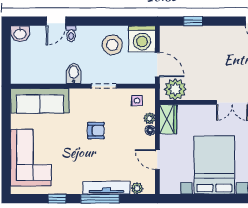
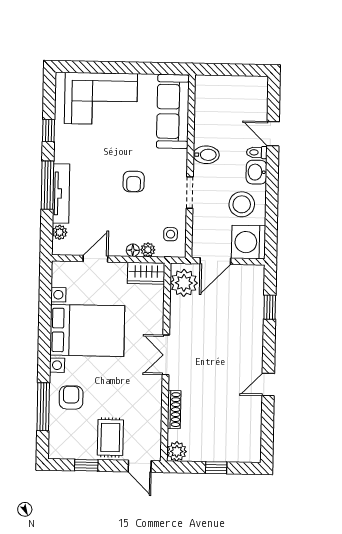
washbasin: (20, 34) -> (256, 172), moved

